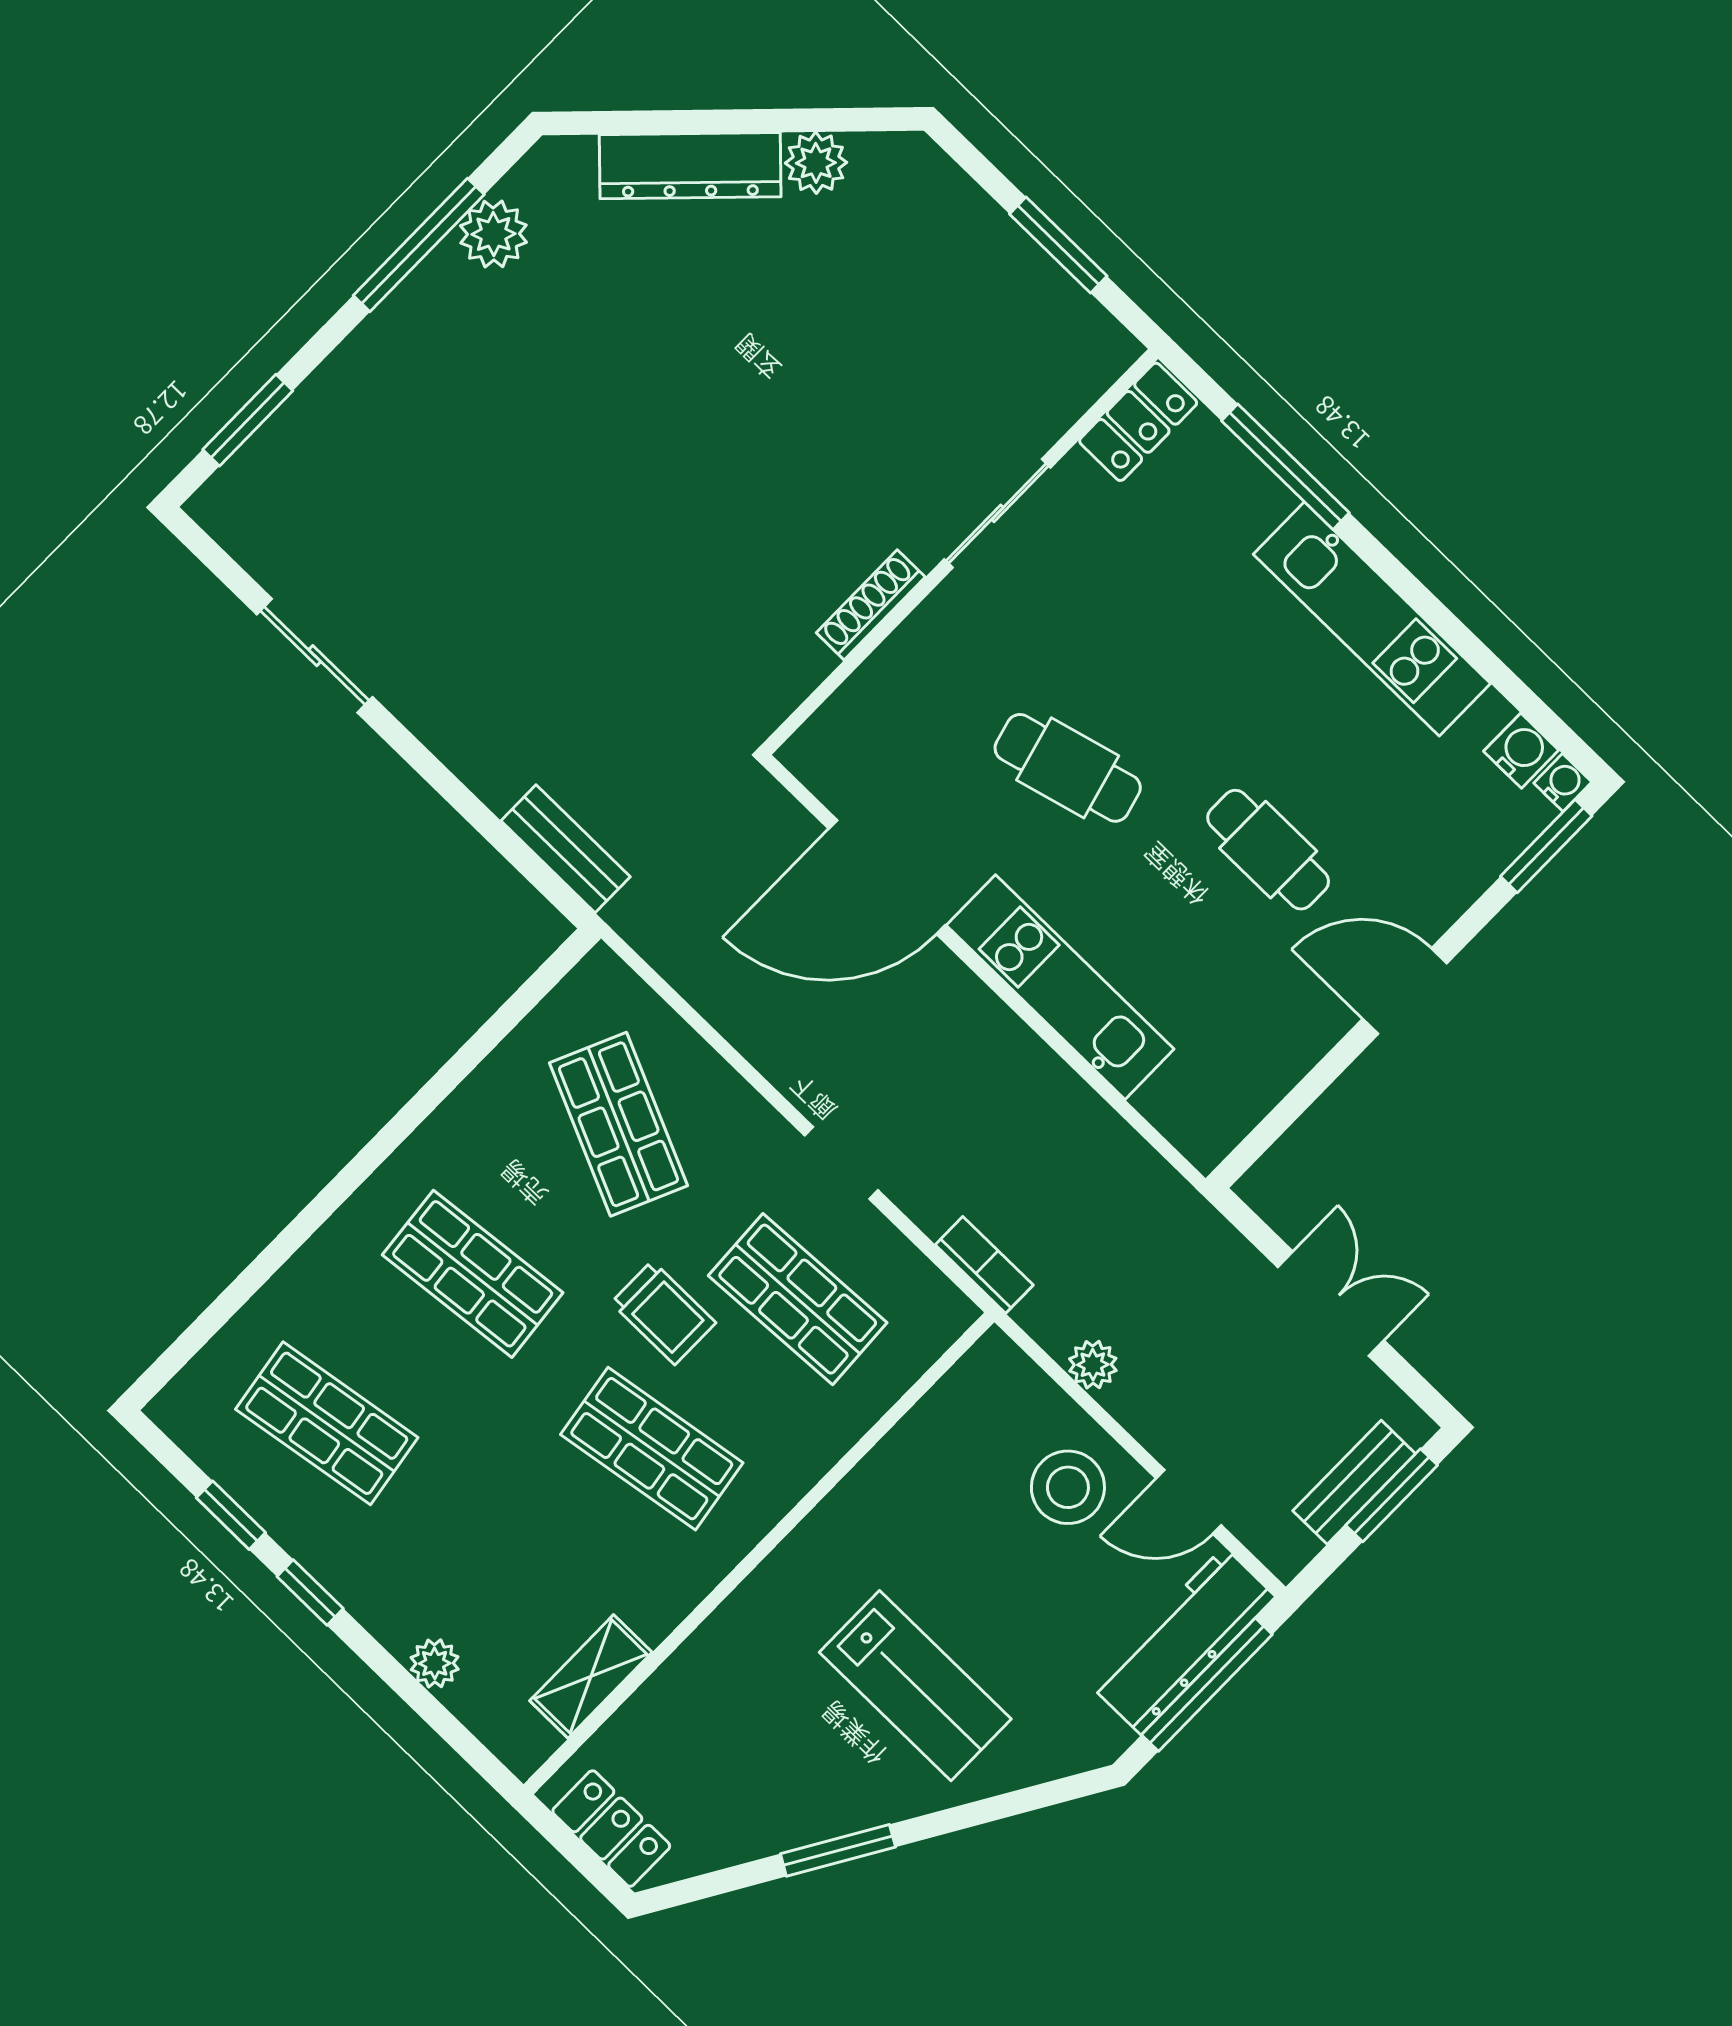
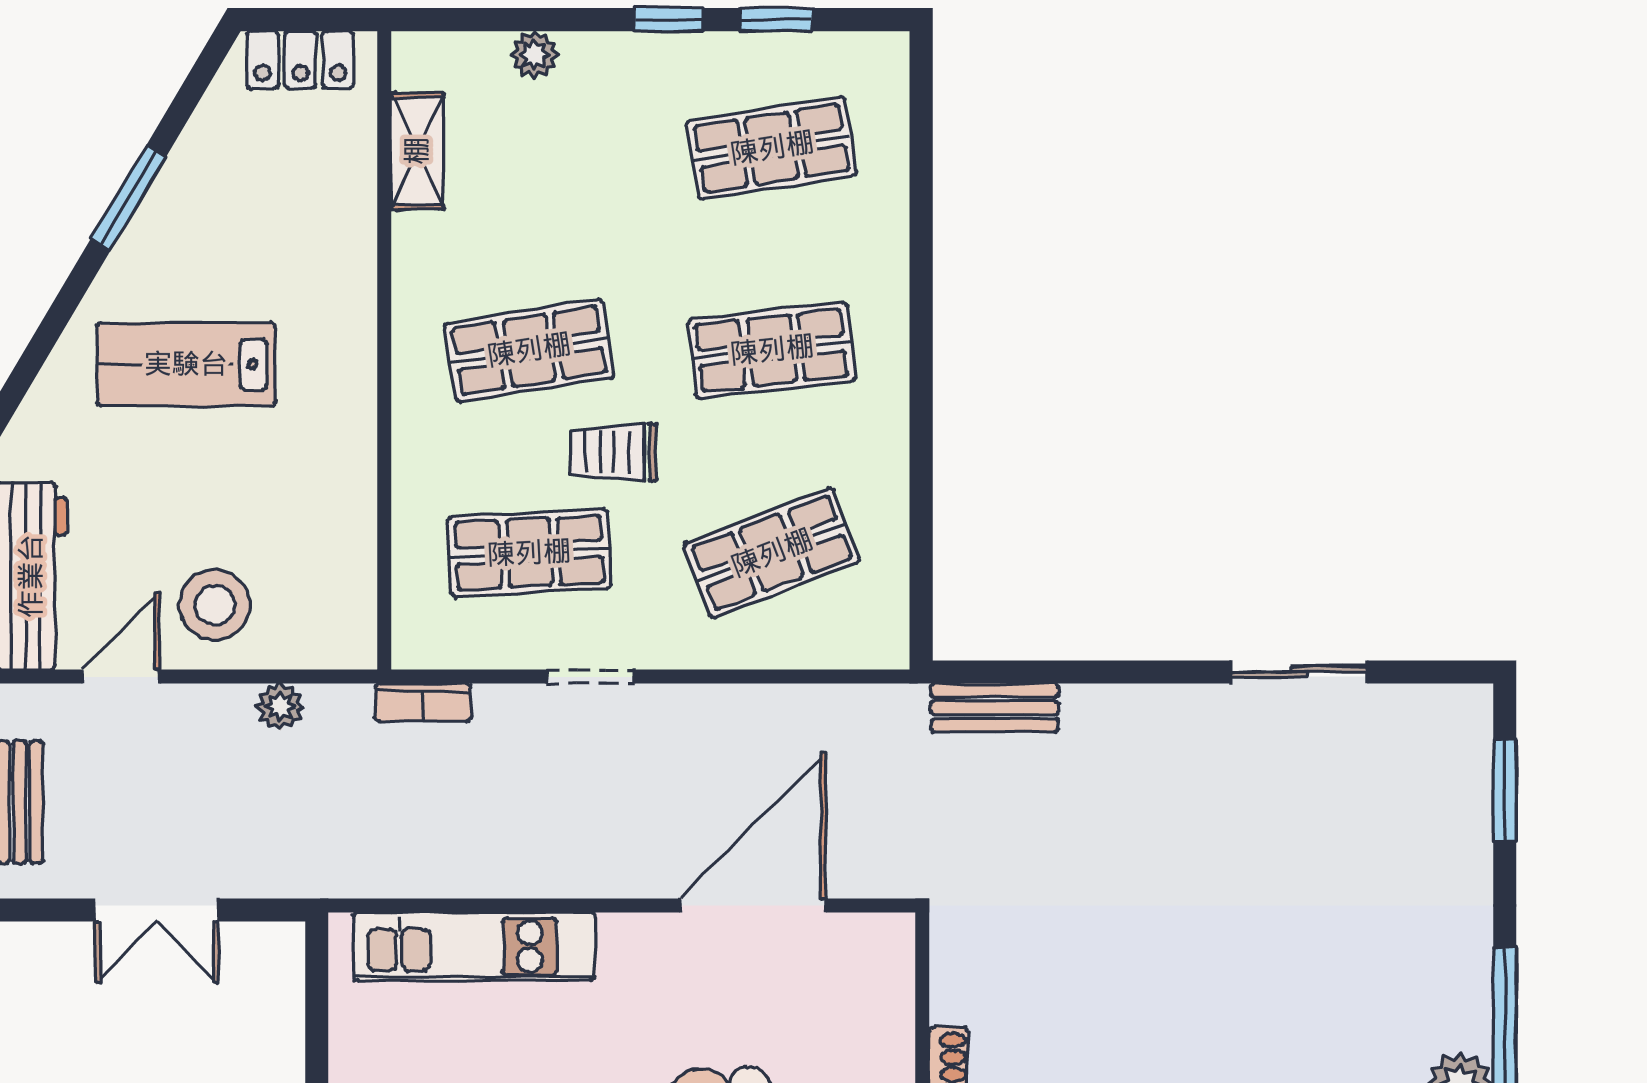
kitchen unit: (1060, 987) -> (474, 946), moved
shop shelf: (619, 1124) -> (772, 553), turned -45

